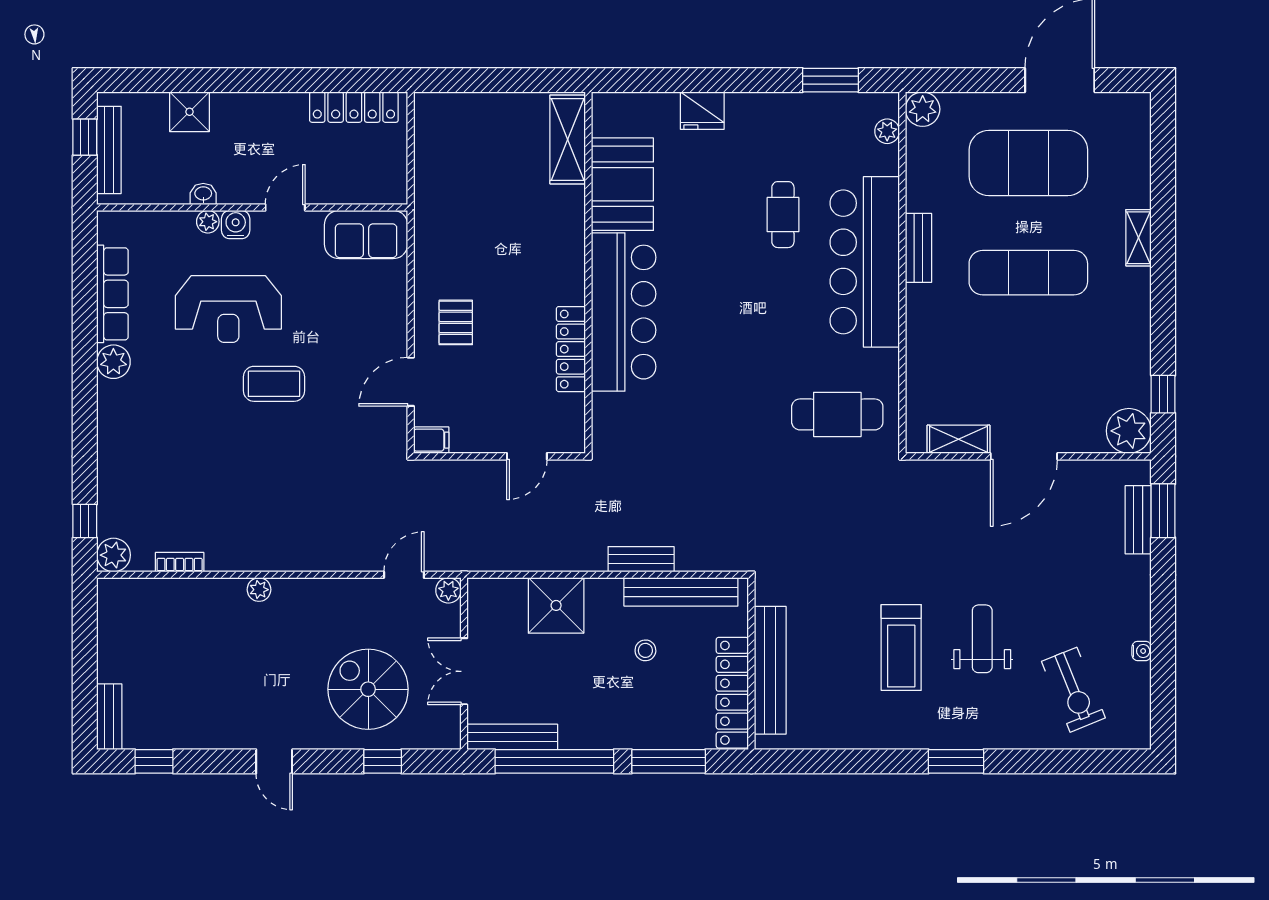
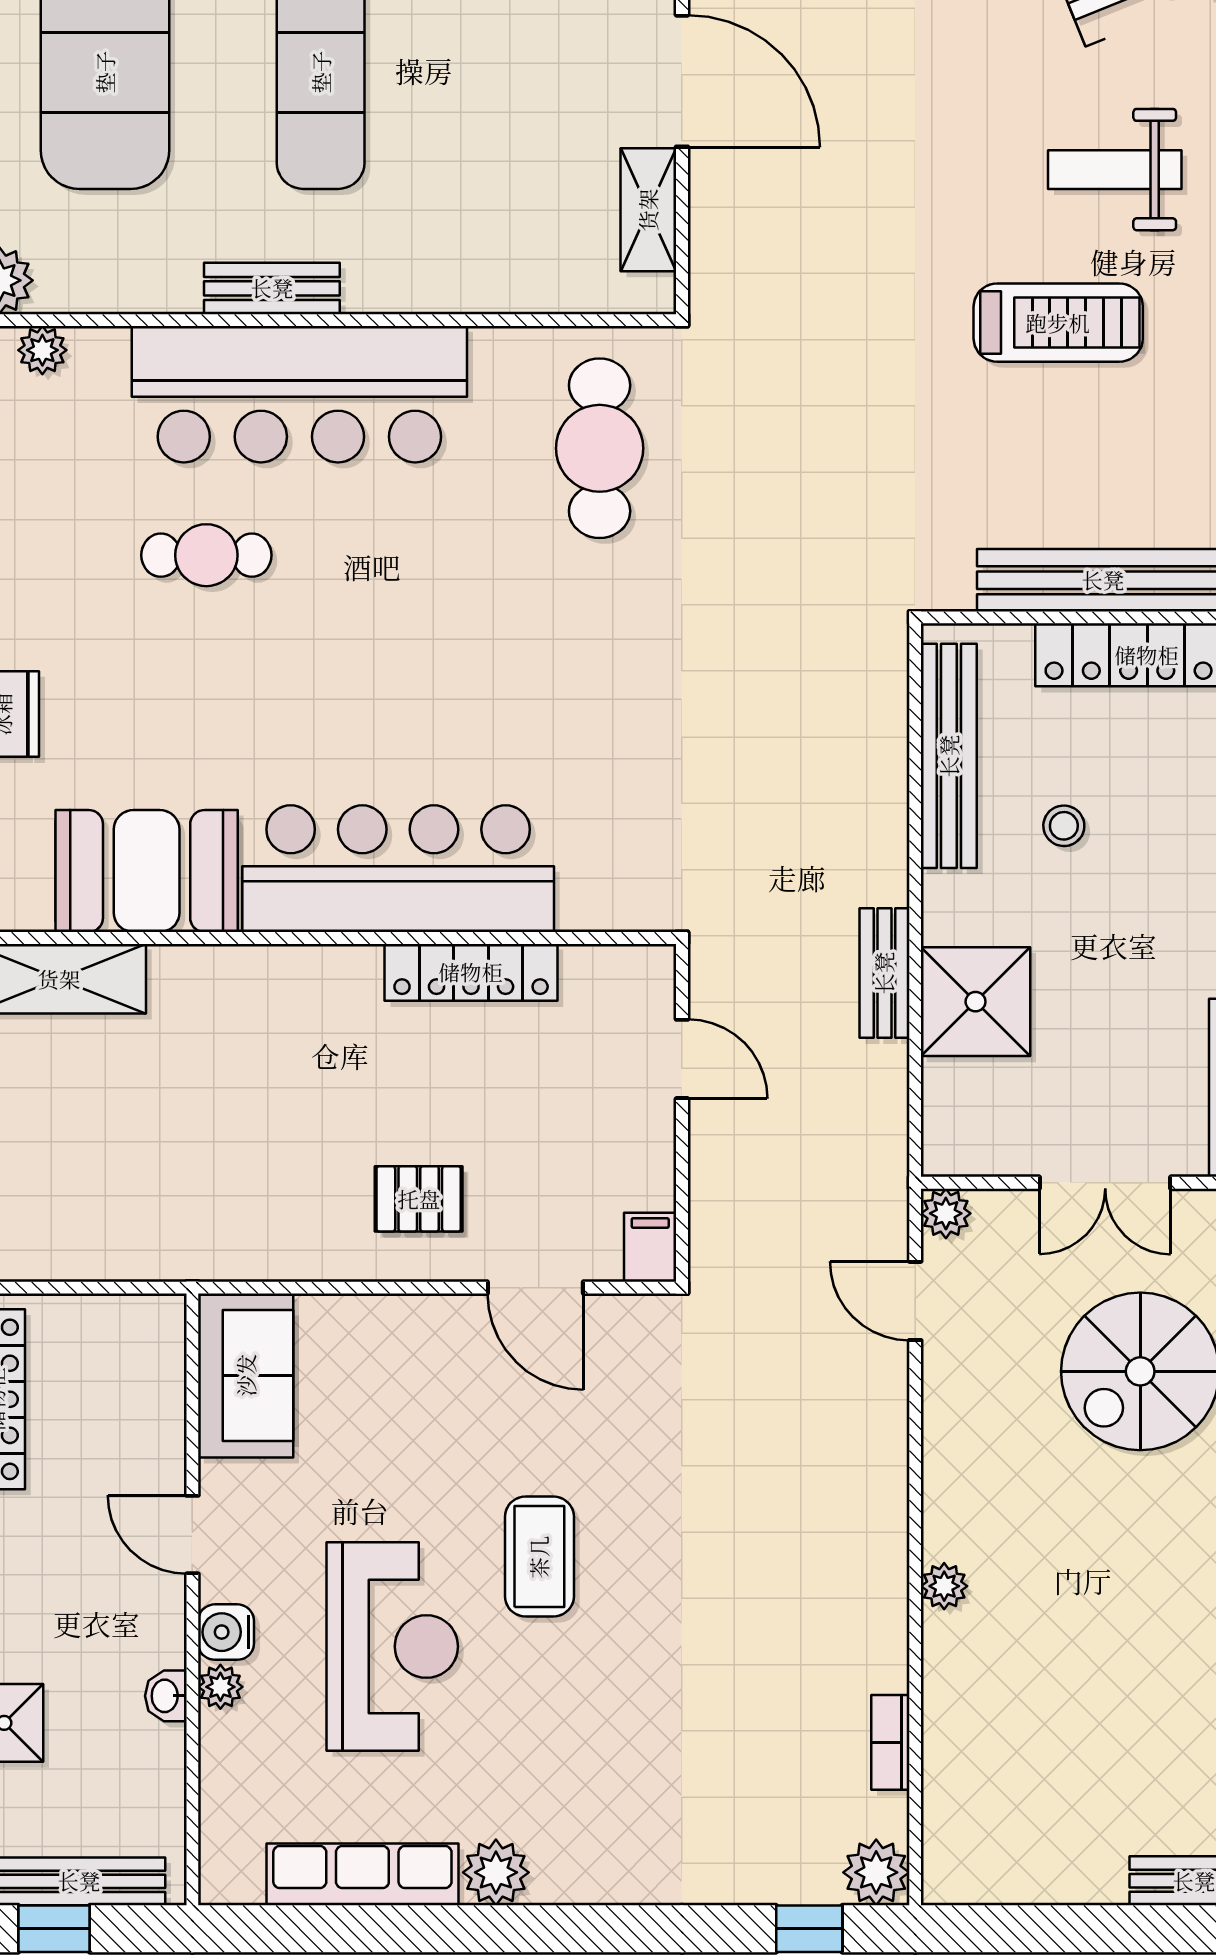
bench: (641, 559) -> (884, 973), moved
weight bench: (982, 639) -> (1115, 170), moved

